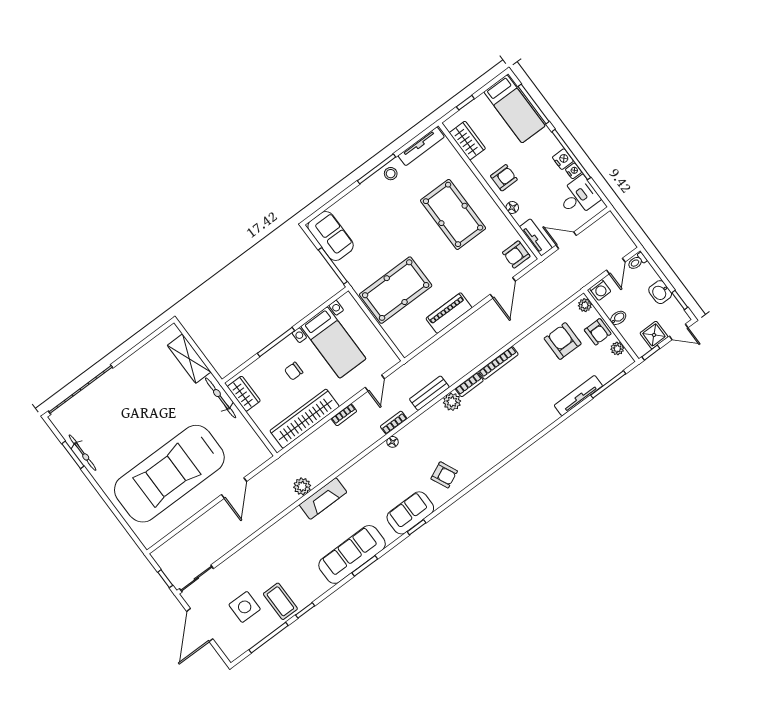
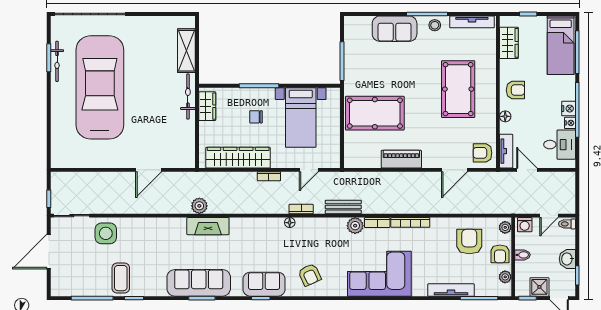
sofa: (331, 236) -> (395, 29), moved, turned 90
corner sofa: (505, 428) -> (379, 274), added
car: (169, 474) -> (100, 87), moved, turned 90
side table: (245, 607) -> (106, 233), moved

